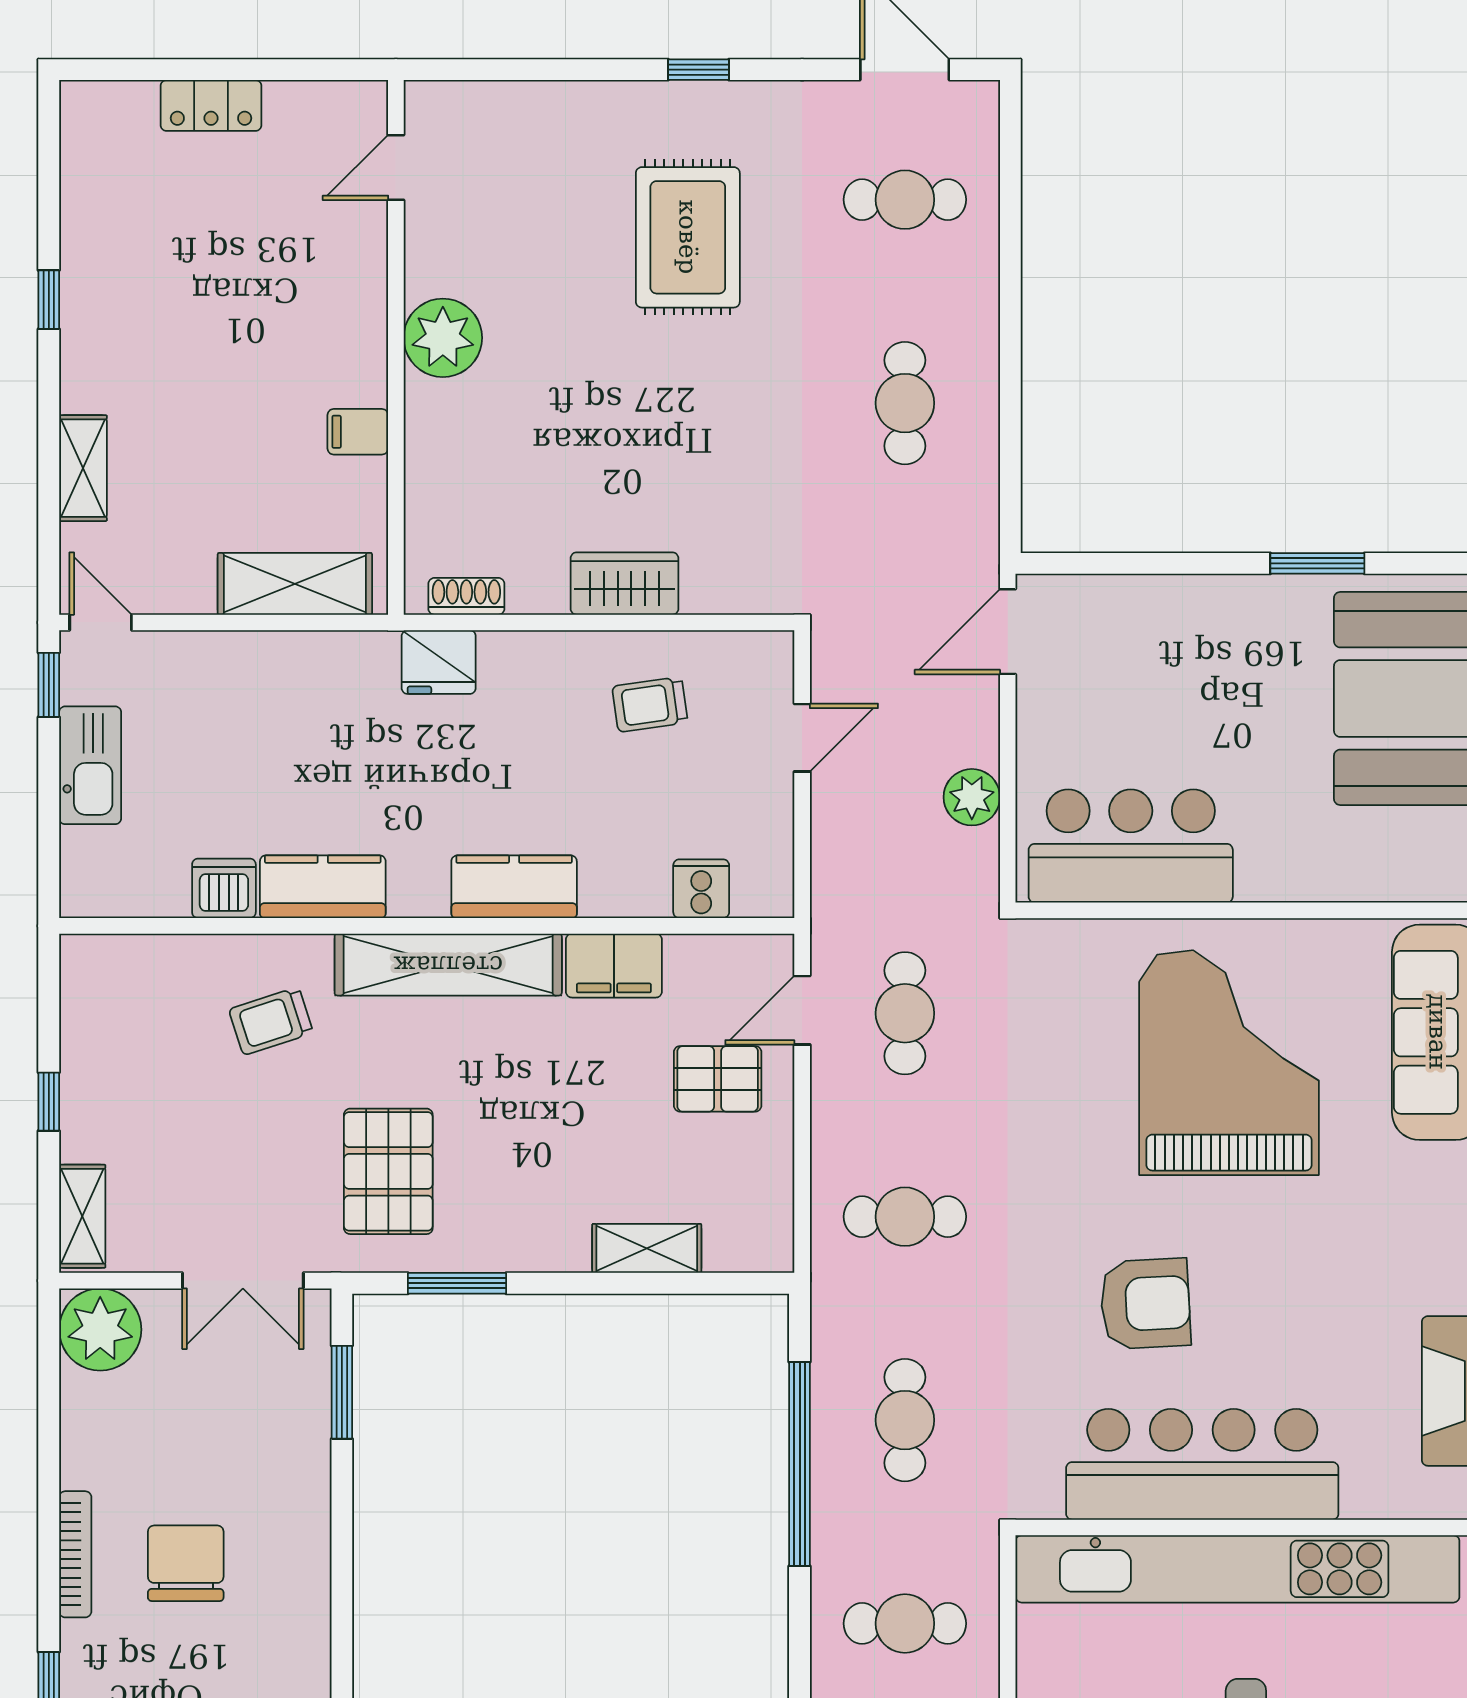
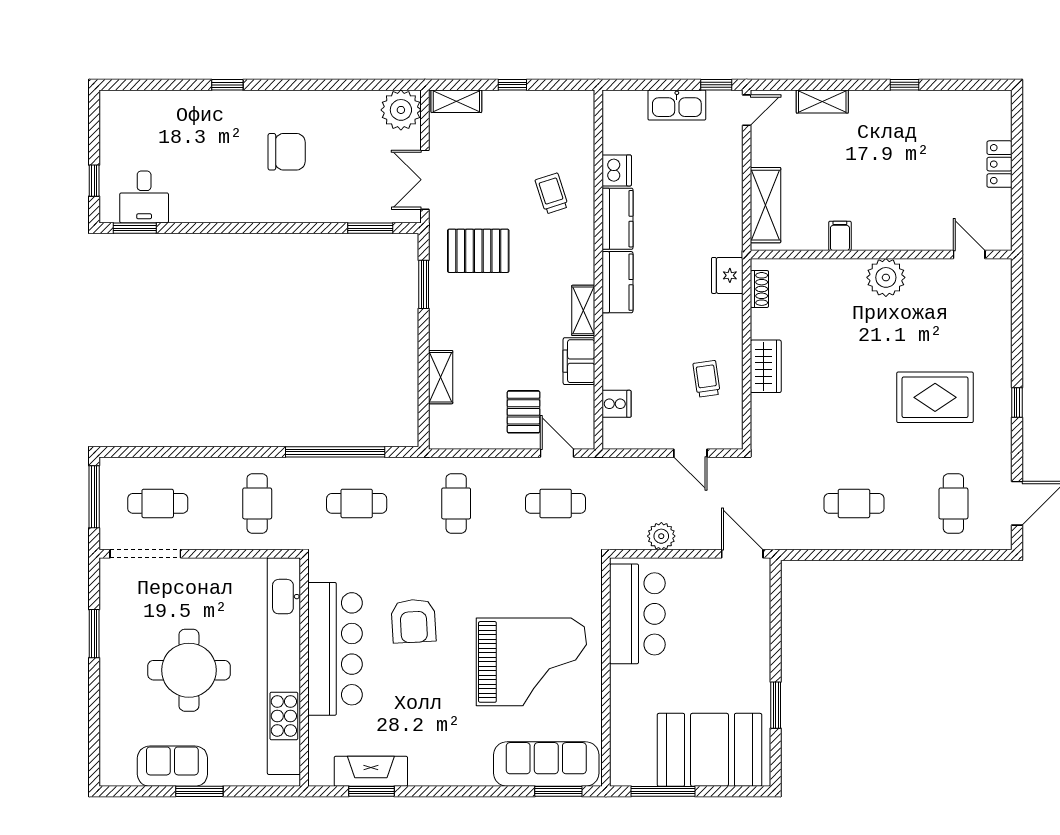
kitchen counter: (514, 887) -> (617, 282), moved
shelving: (448, 965) -> (583, 310), width x0.45, depth x0.75
bookcase: (75, 1554) -> (291, 98), removed

